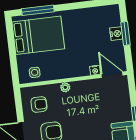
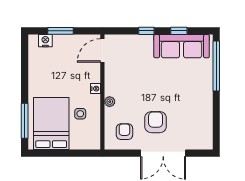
nightstand: (116, 34) -> (45, 41), moved
nightstand: (95, 70) -> (95, 89), moved
side table: (35, 72) -> (80, 114), moved

